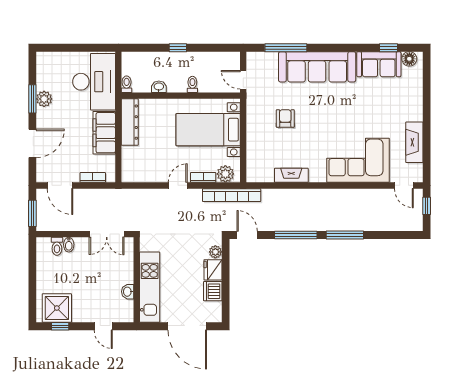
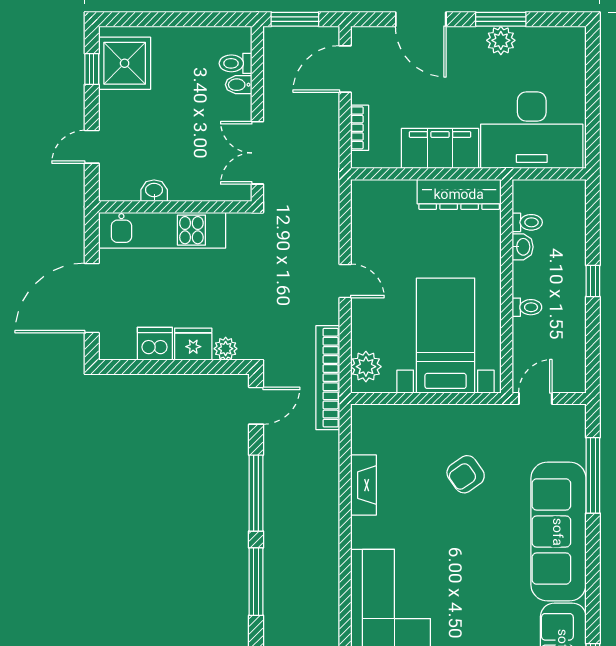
toilet: (127, 84) -> (527, 222), moved
armchair: (285, 118) -> (466, 474), turned 145
bookcase: (203, 177) -> (360, 326), removed

